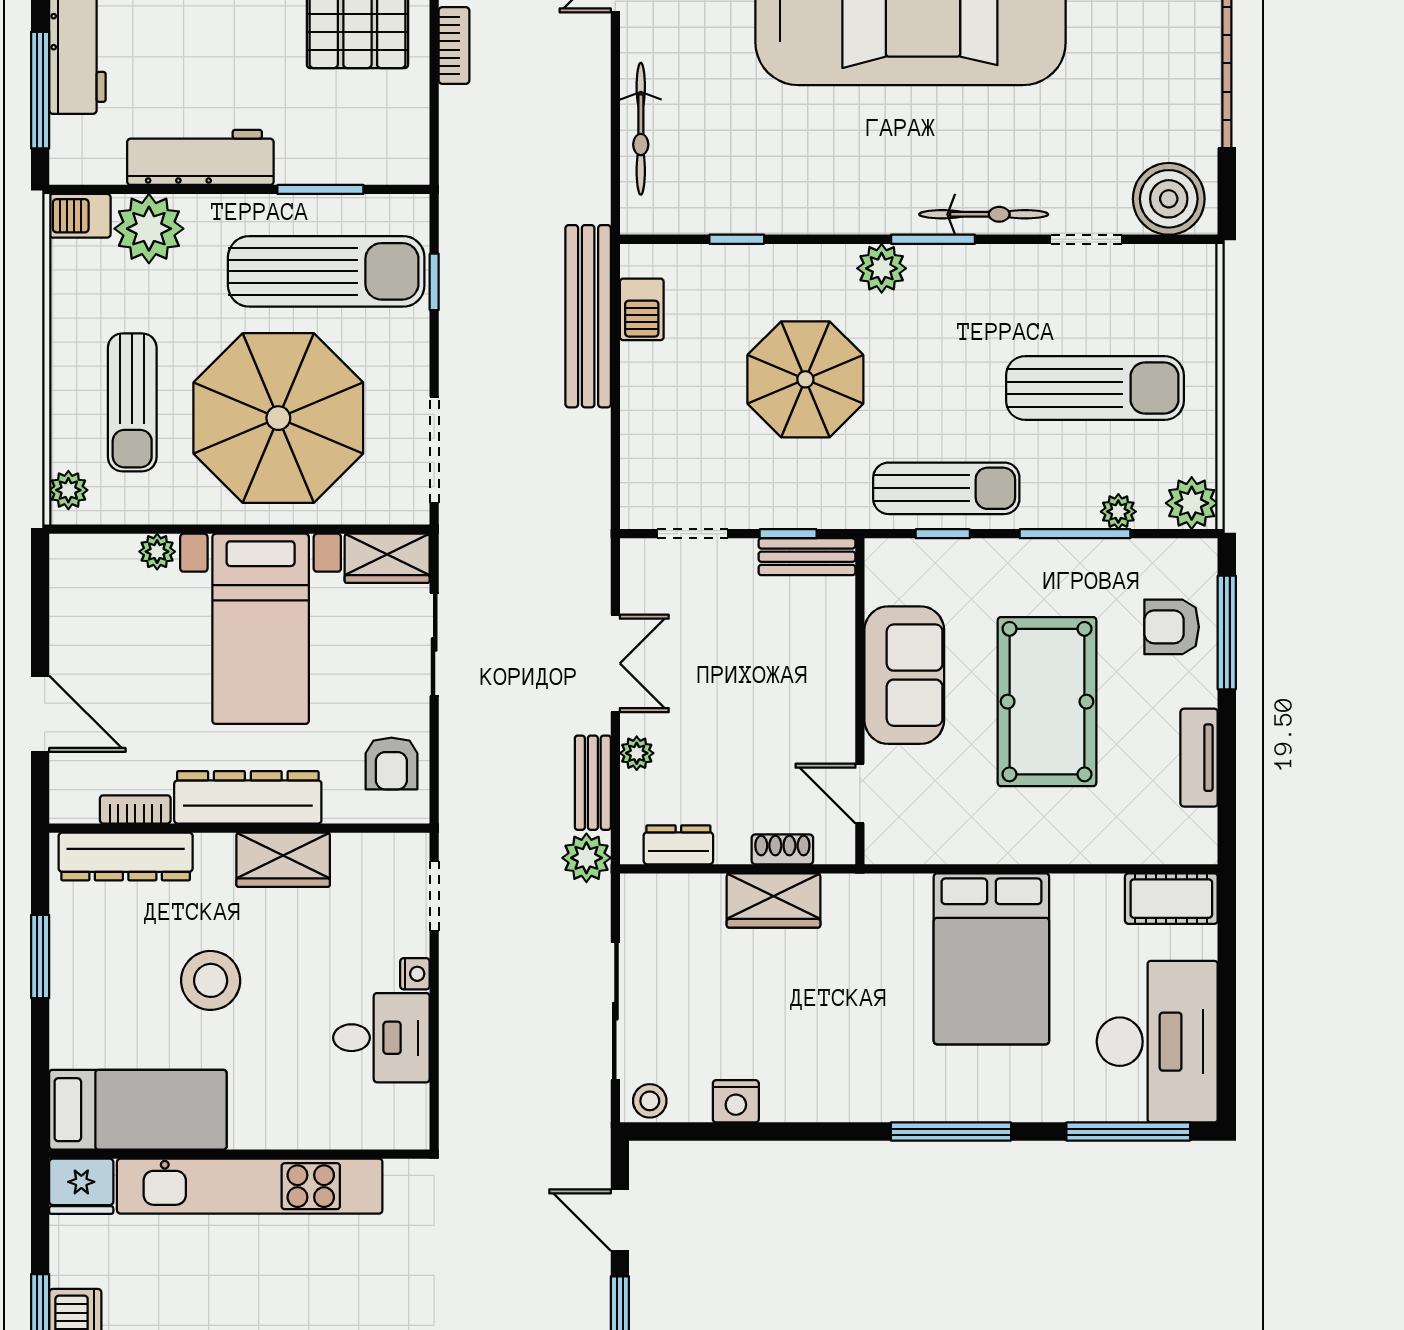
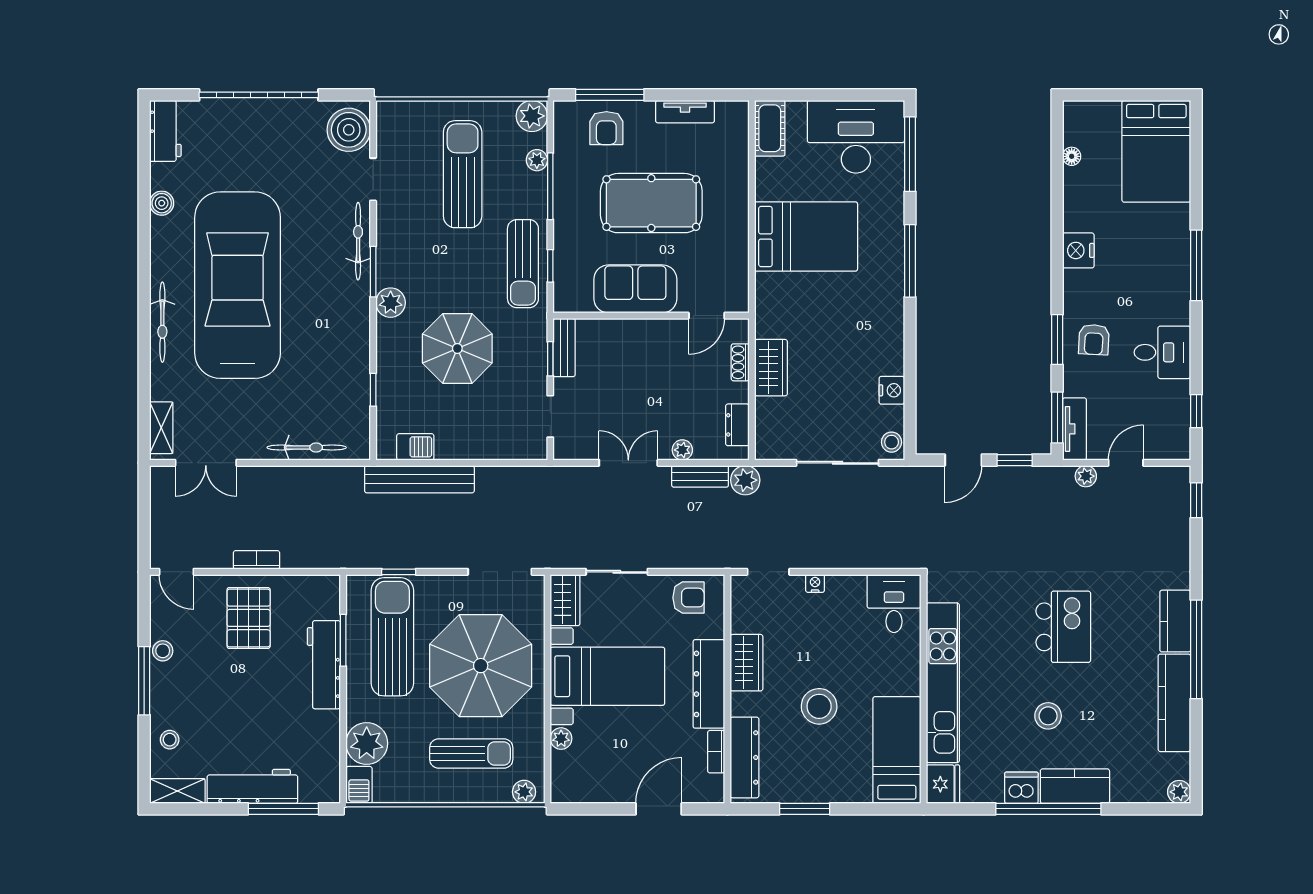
workbench: (200, 157) -> (324, 665), moved
sun lounger: (946, 488) -> (523, 264), turned 180
desk: (381, 1038) -> (894, 604), moved

